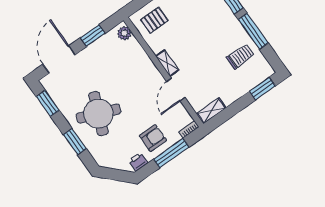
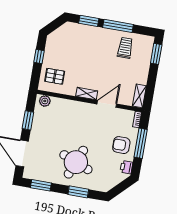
pallet: (154, 20) -> (55, 76), turned 90
door: (176, 90) -> (107, 104), swing flipped
armchair: (153, 138) -> (121, 145), turned -90

